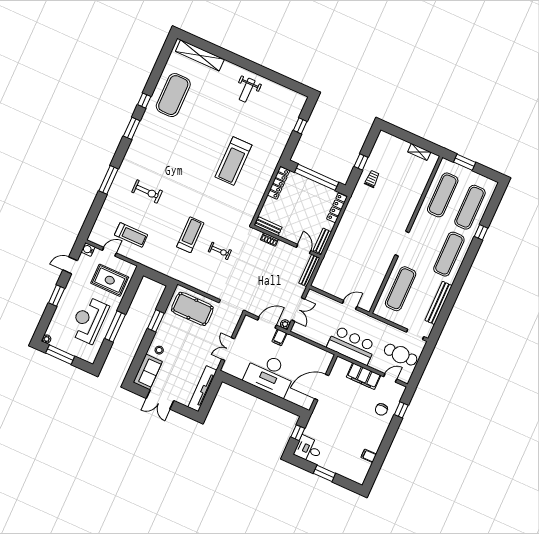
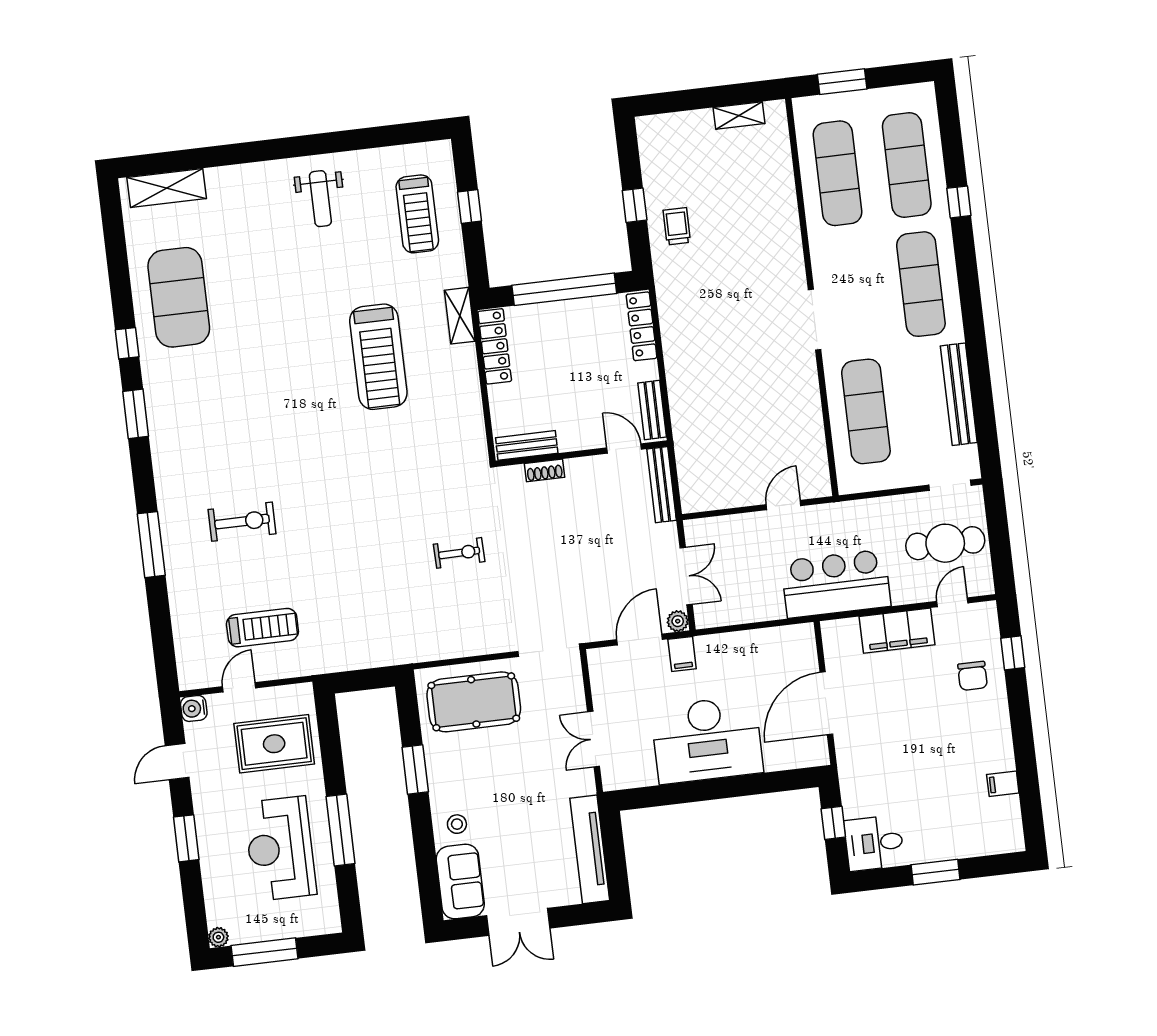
shelving: (200, 55) -> (167, 188), width x0.68
shelving: (272, 164) -> (460, 316), added
treadmill: (190, 235) -> (417, 214), moved, turned 180

